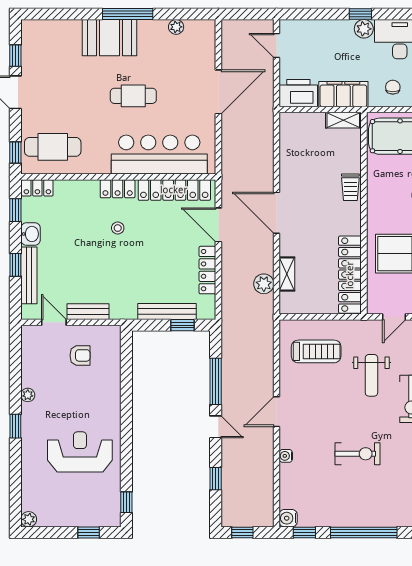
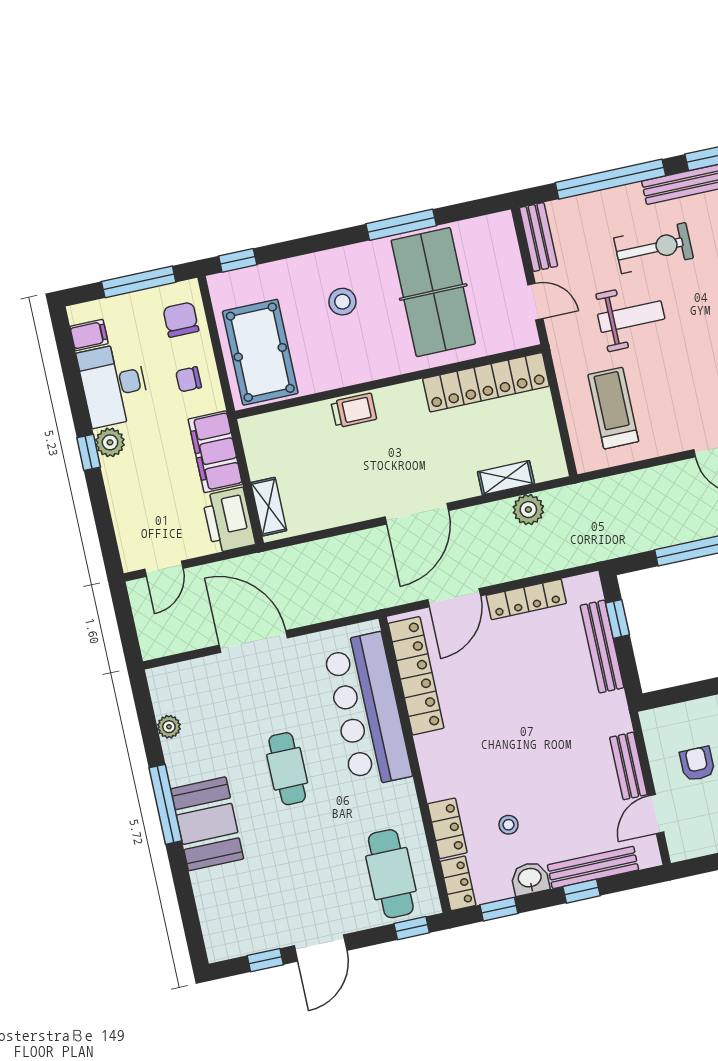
shelving: (343, 120) -> (269, 507), moved
locker: (118, 189) -> (447, 828), moved
stool: (118, 228) -> (508, 825), moved

